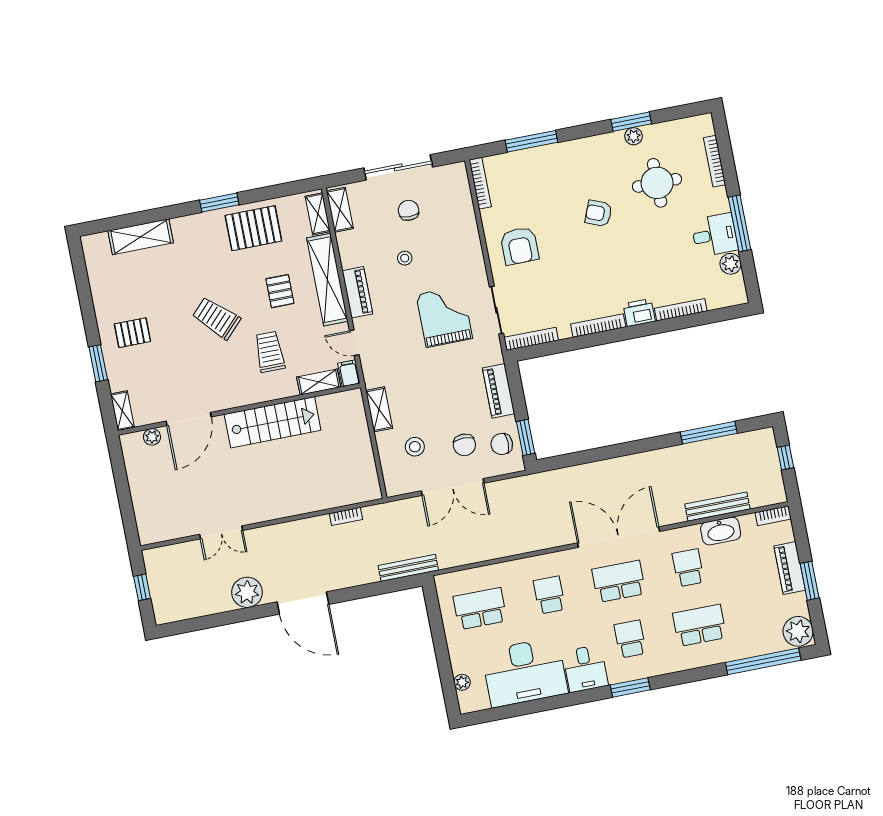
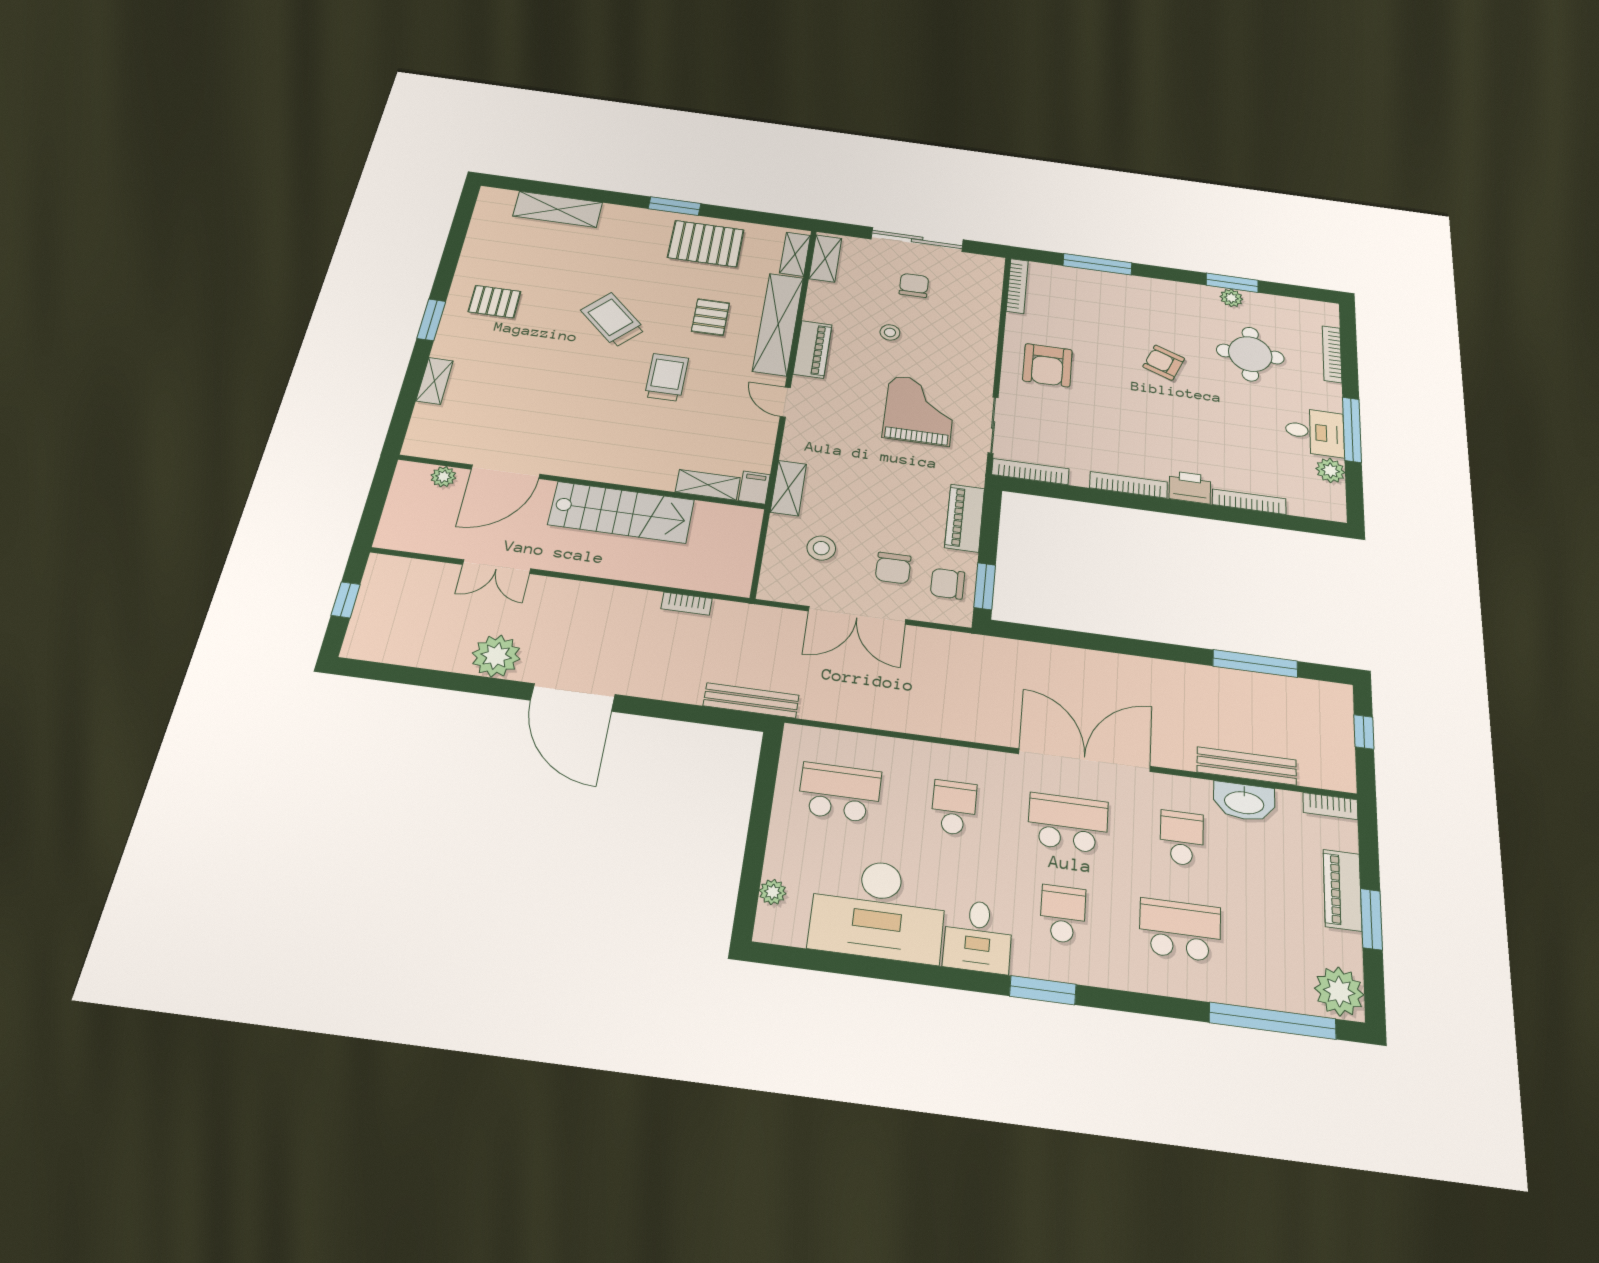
filing cabinet: (349, 373) -> (754, 488), moved
shelving: (319, 382) -> (708, 485), moved
wall: (239, 409) -> (582, 482), moved
door: (189, 419) -> (505, 472), moved
stairs: (273, 422) -> (621, 512), moved
plant: (152, 437) -> (443, 477), moved

